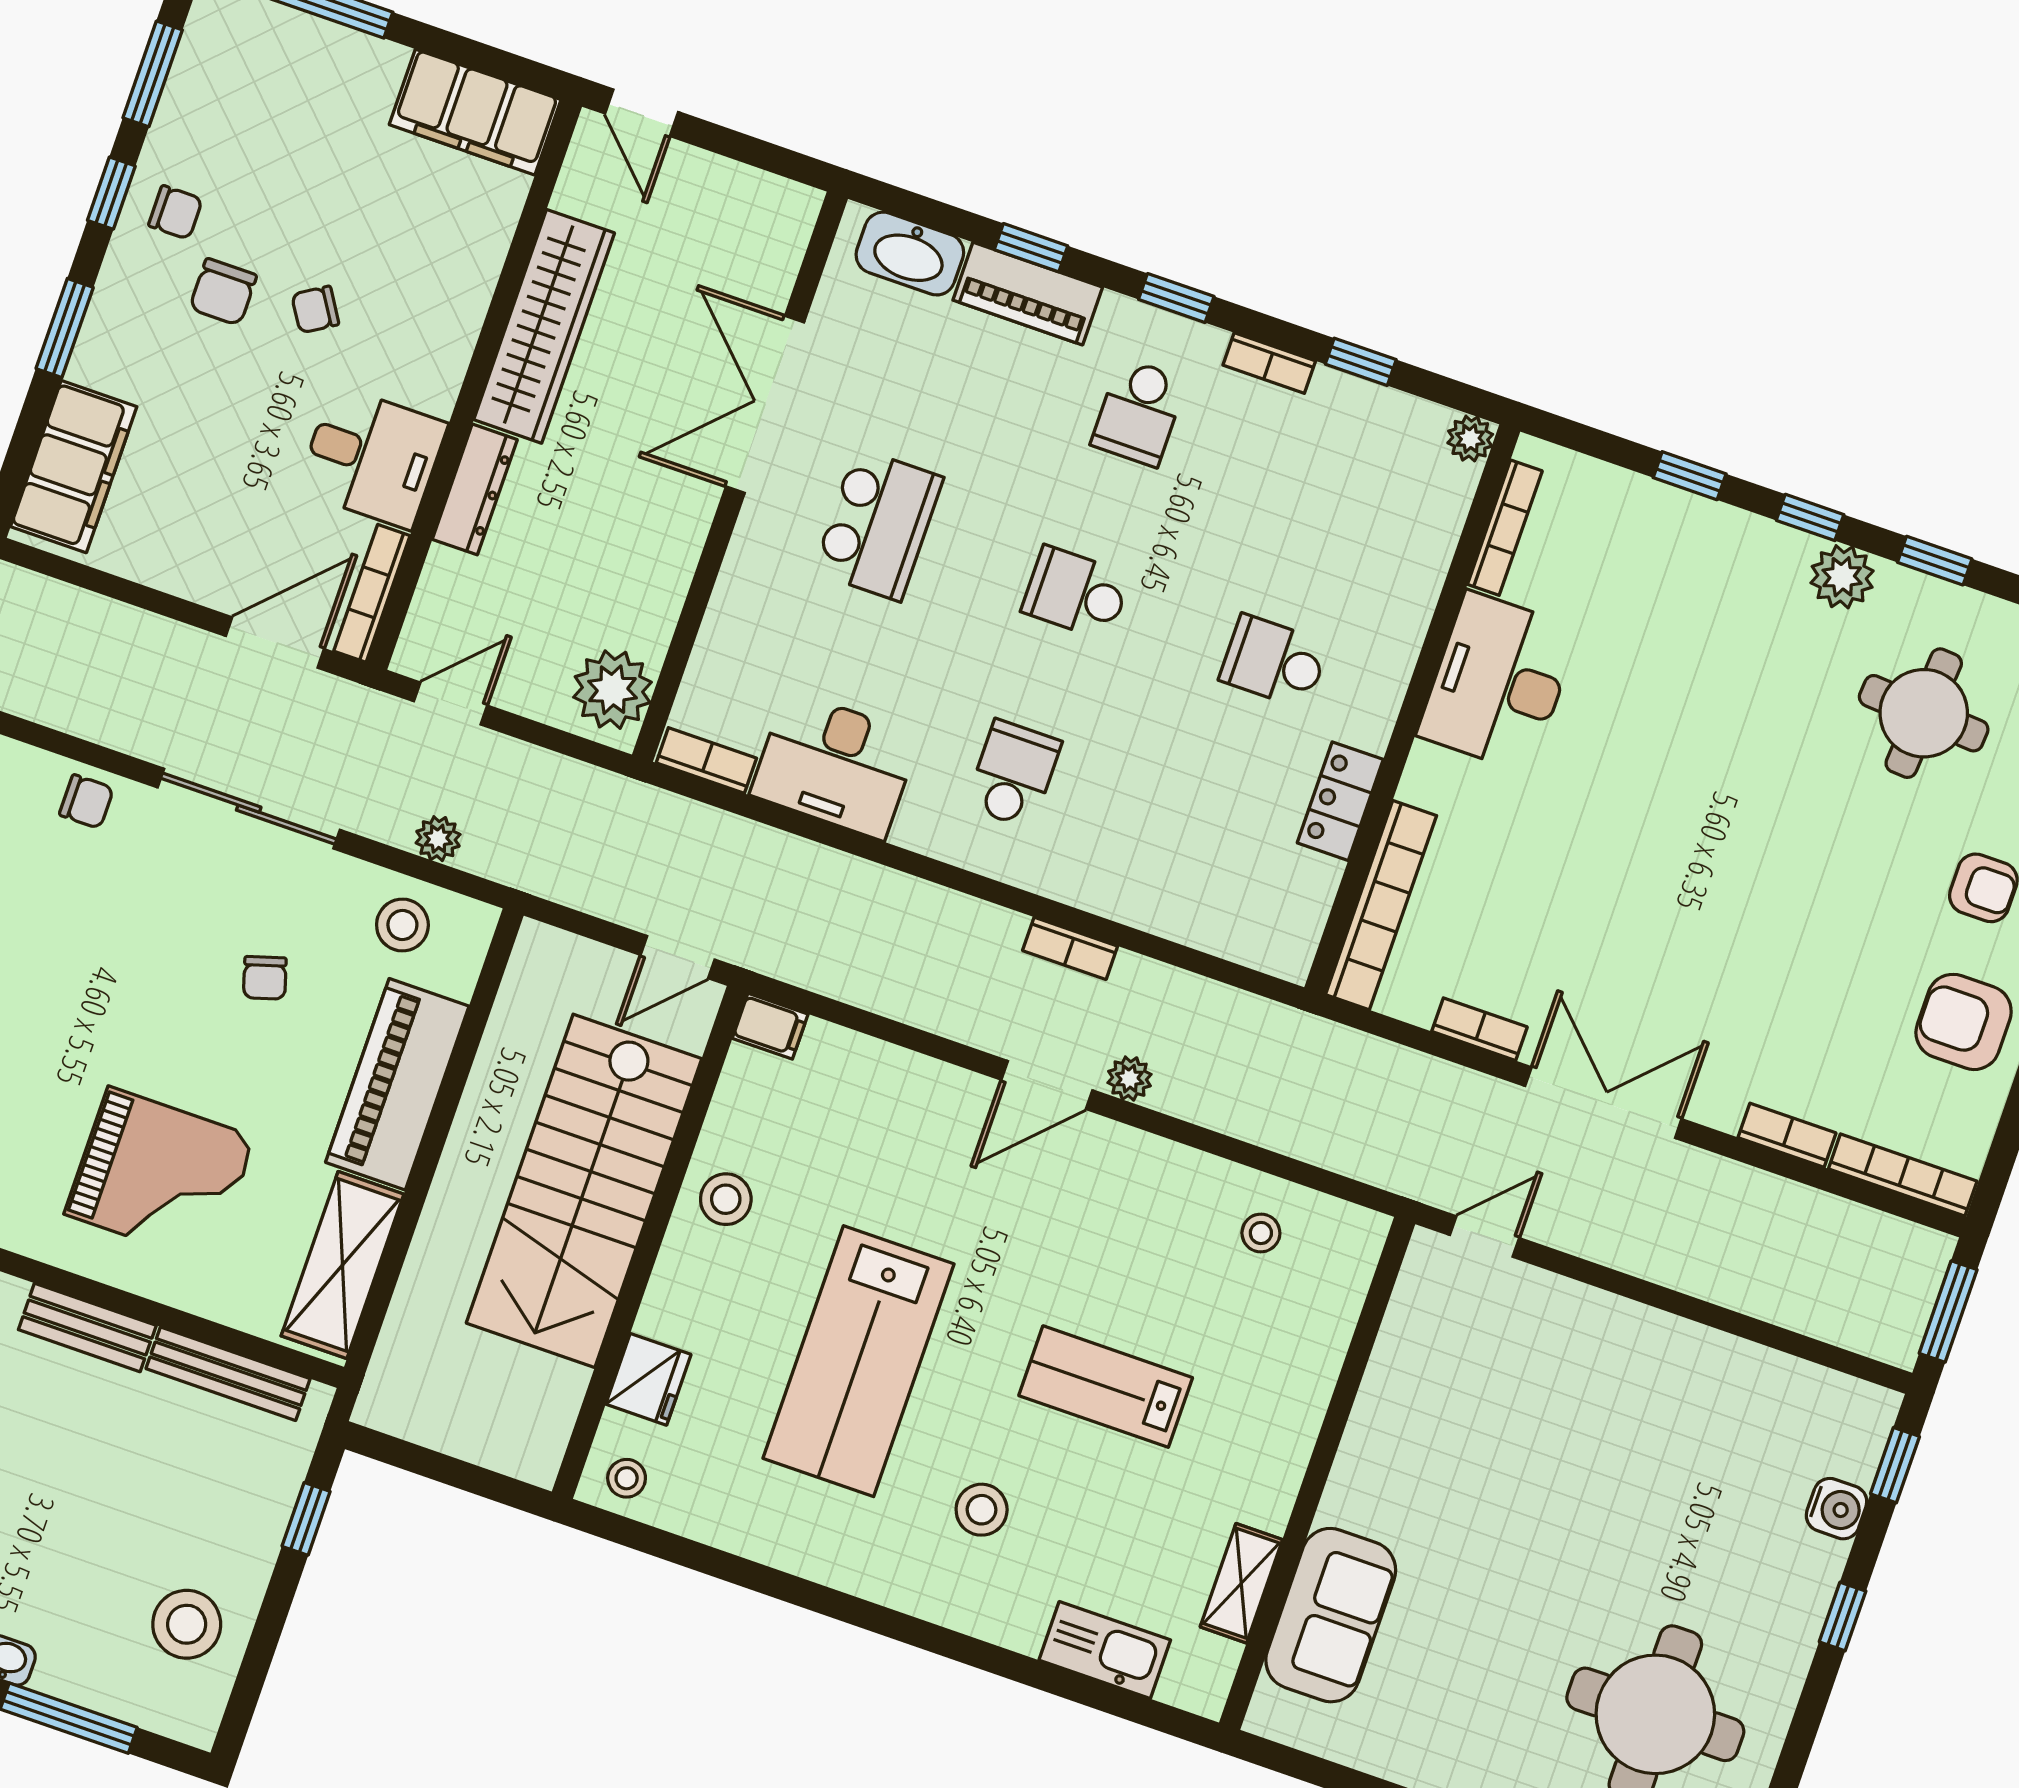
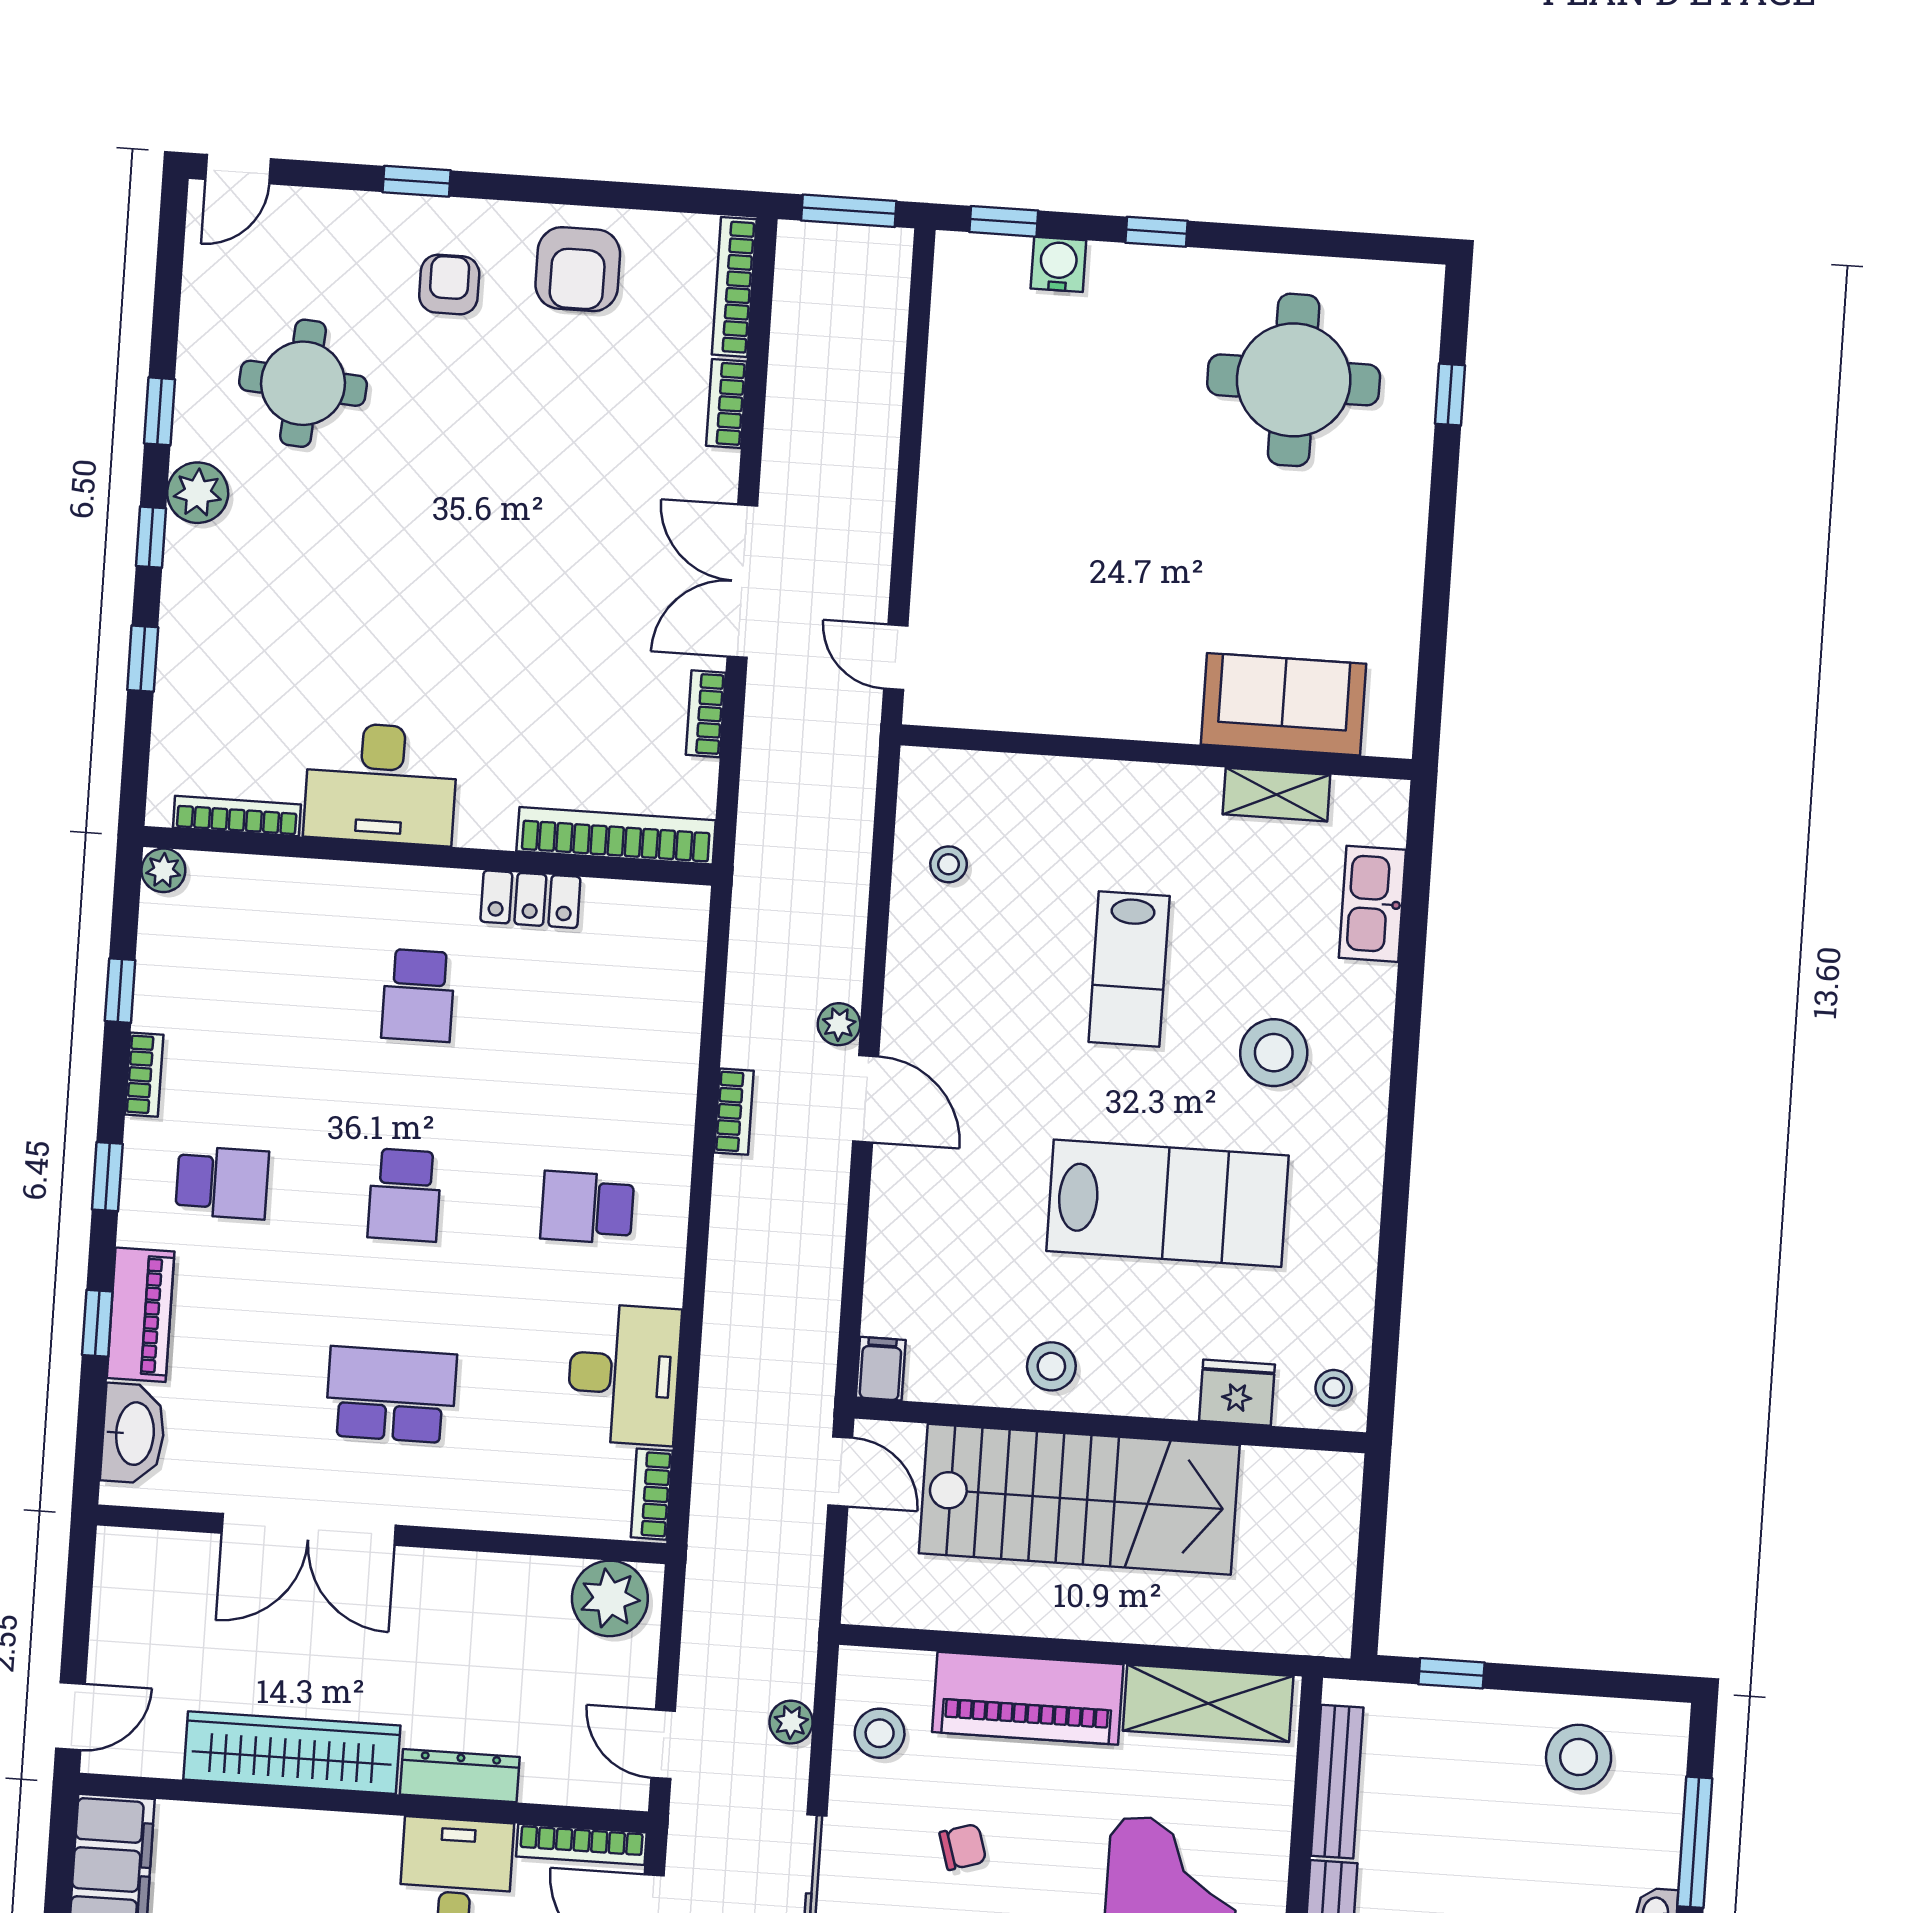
stool: (982, 1510) -> (1274, 1053), width x1.38, depth x1.38

